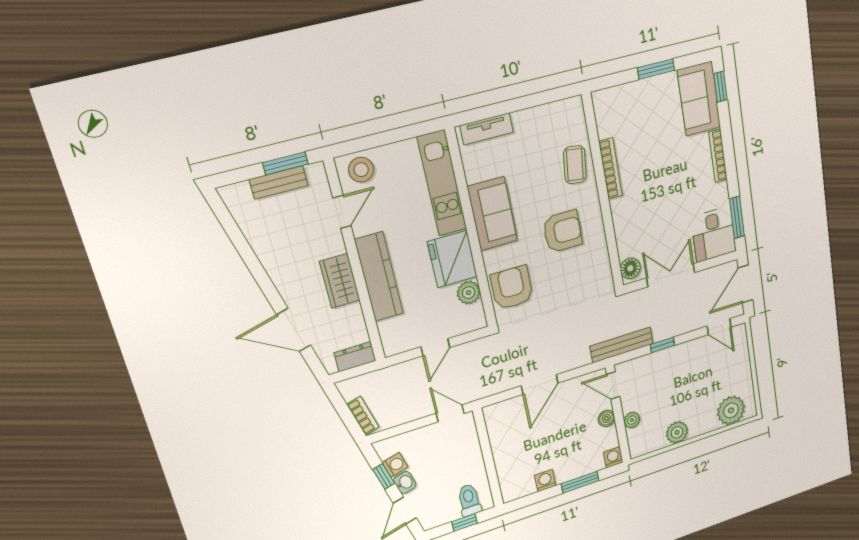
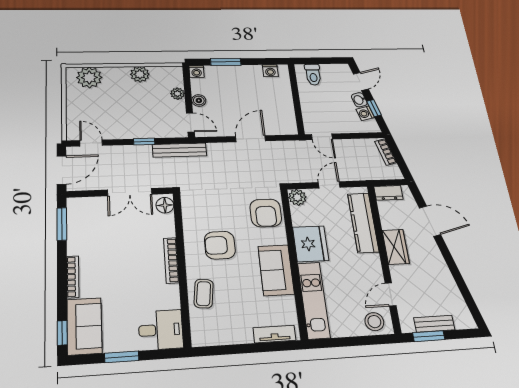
bookcase: (610, 169) -> (171, 260), moved
desk: (714, 234) -> (161, 330), moved, turned 90
kitchen counter: (379, 277) -> (363, 223), moved
plant: (469, 293) -> (297, 197), moved
washing machine: (545, 480) -> (270, 71), moved
window: (465, 522) -> (318, 61), removed

